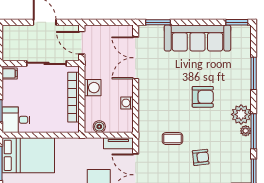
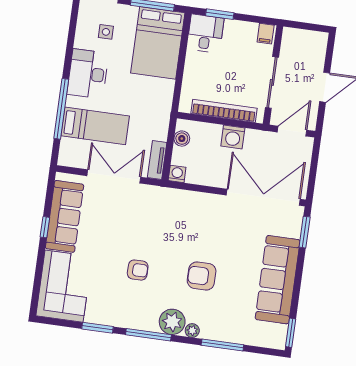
double door: (136, 58) -> (263, 197), width x1.36
armchair: (203, 97) -> (202, 276), turned 90
washing machine: (127, 103) -> (177, 174), moved
plant: (246, 131) -> (192, 331), moved
coffee table: (172, 139) -> (154, 230), removed
armchair: (201, 157) -> (138, 270), moved, turned -84

